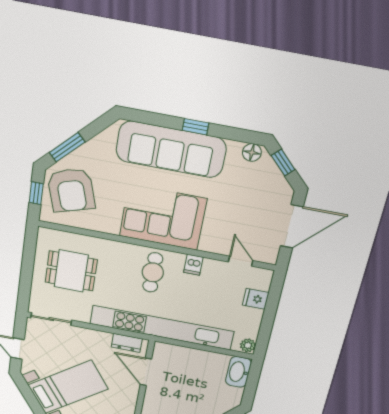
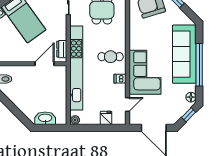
window: (196, 127) -> (199, 65), width x3.17
corner sofa: (163, 217) -> (145, 72), moved
washbasin: (238, 372) -> (45, 118), moved

